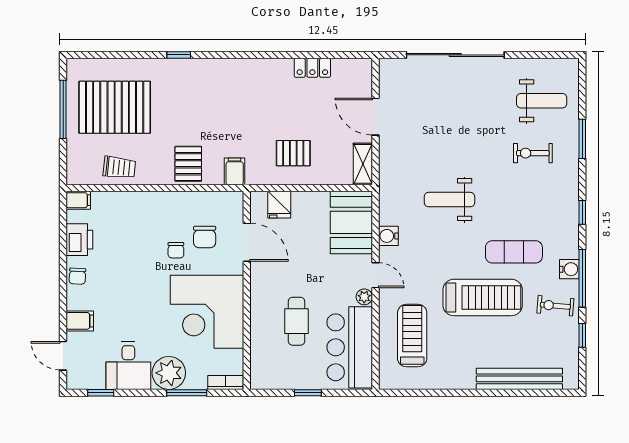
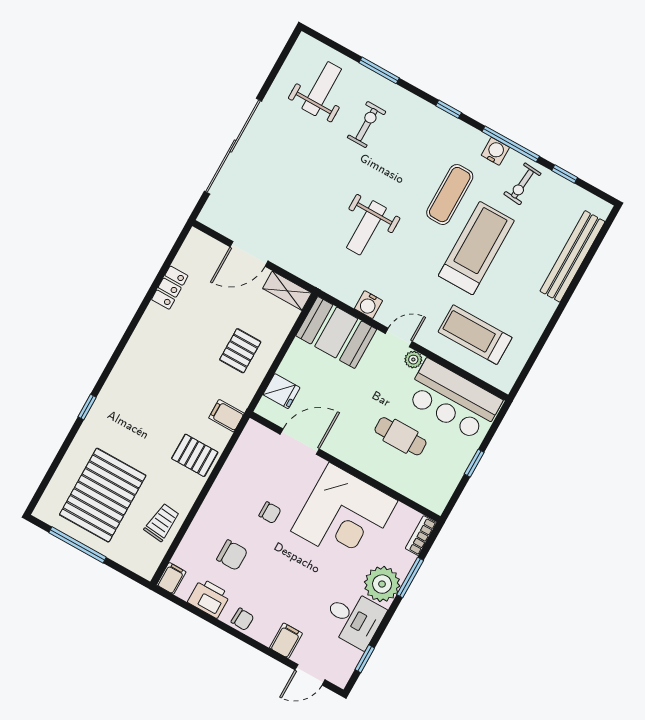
exercise bike: (533, 153) -> (367, 125), turned 180
chair: (205, 237) -> (232, 555), moved

